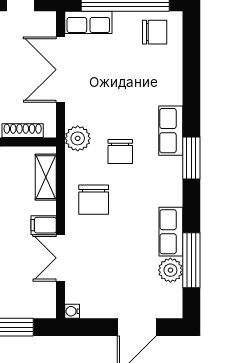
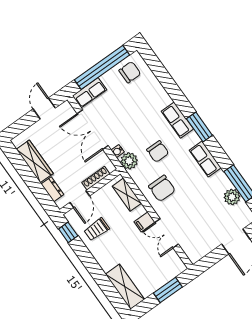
row of seats: (171, 232) -> (205, 159), moved
water cooler: (72, 311) -> (118, 151), moved

